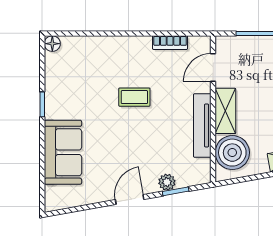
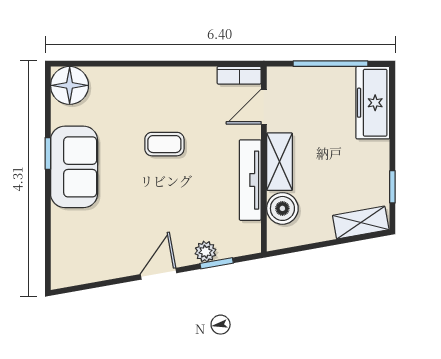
bookcase: (170, 43) -> (239, 75), moved
floor lamp: (52, 44) -> (70, 85), width x1.89, depth x1.89
sofa: (63, 152) -> (74, 167), moved
boiler: (232, 153) -> (282, 208), width x0.73, depth x0.73

